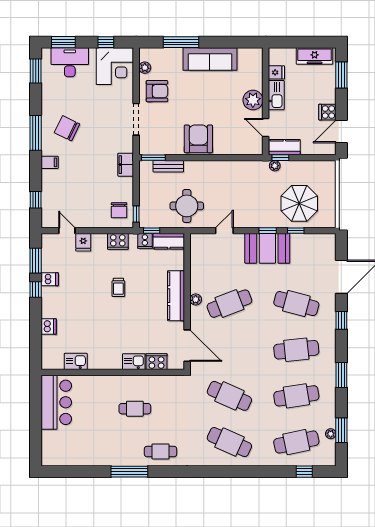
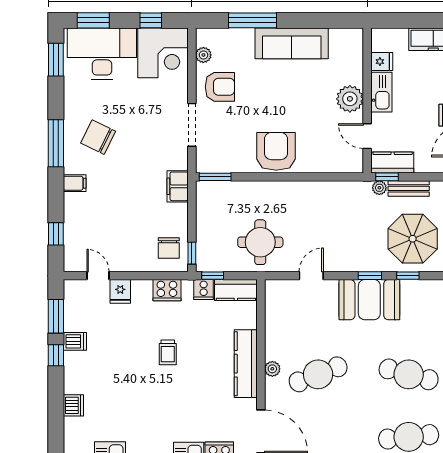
desk: (70, 62) -> (102, 54), width x1.36, depth x1.30
bench: (168, 166) -> (409, 188), moved

